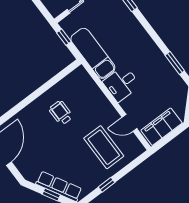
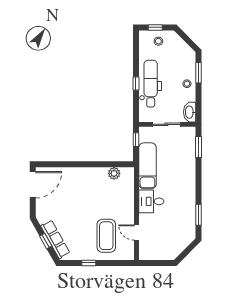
plant: (67, 84) -> (114, 173), added
wheelchair: (61, 113) -> (95, 190), removed
filing cabinet: (162, 127) -> (157, 252), removed

